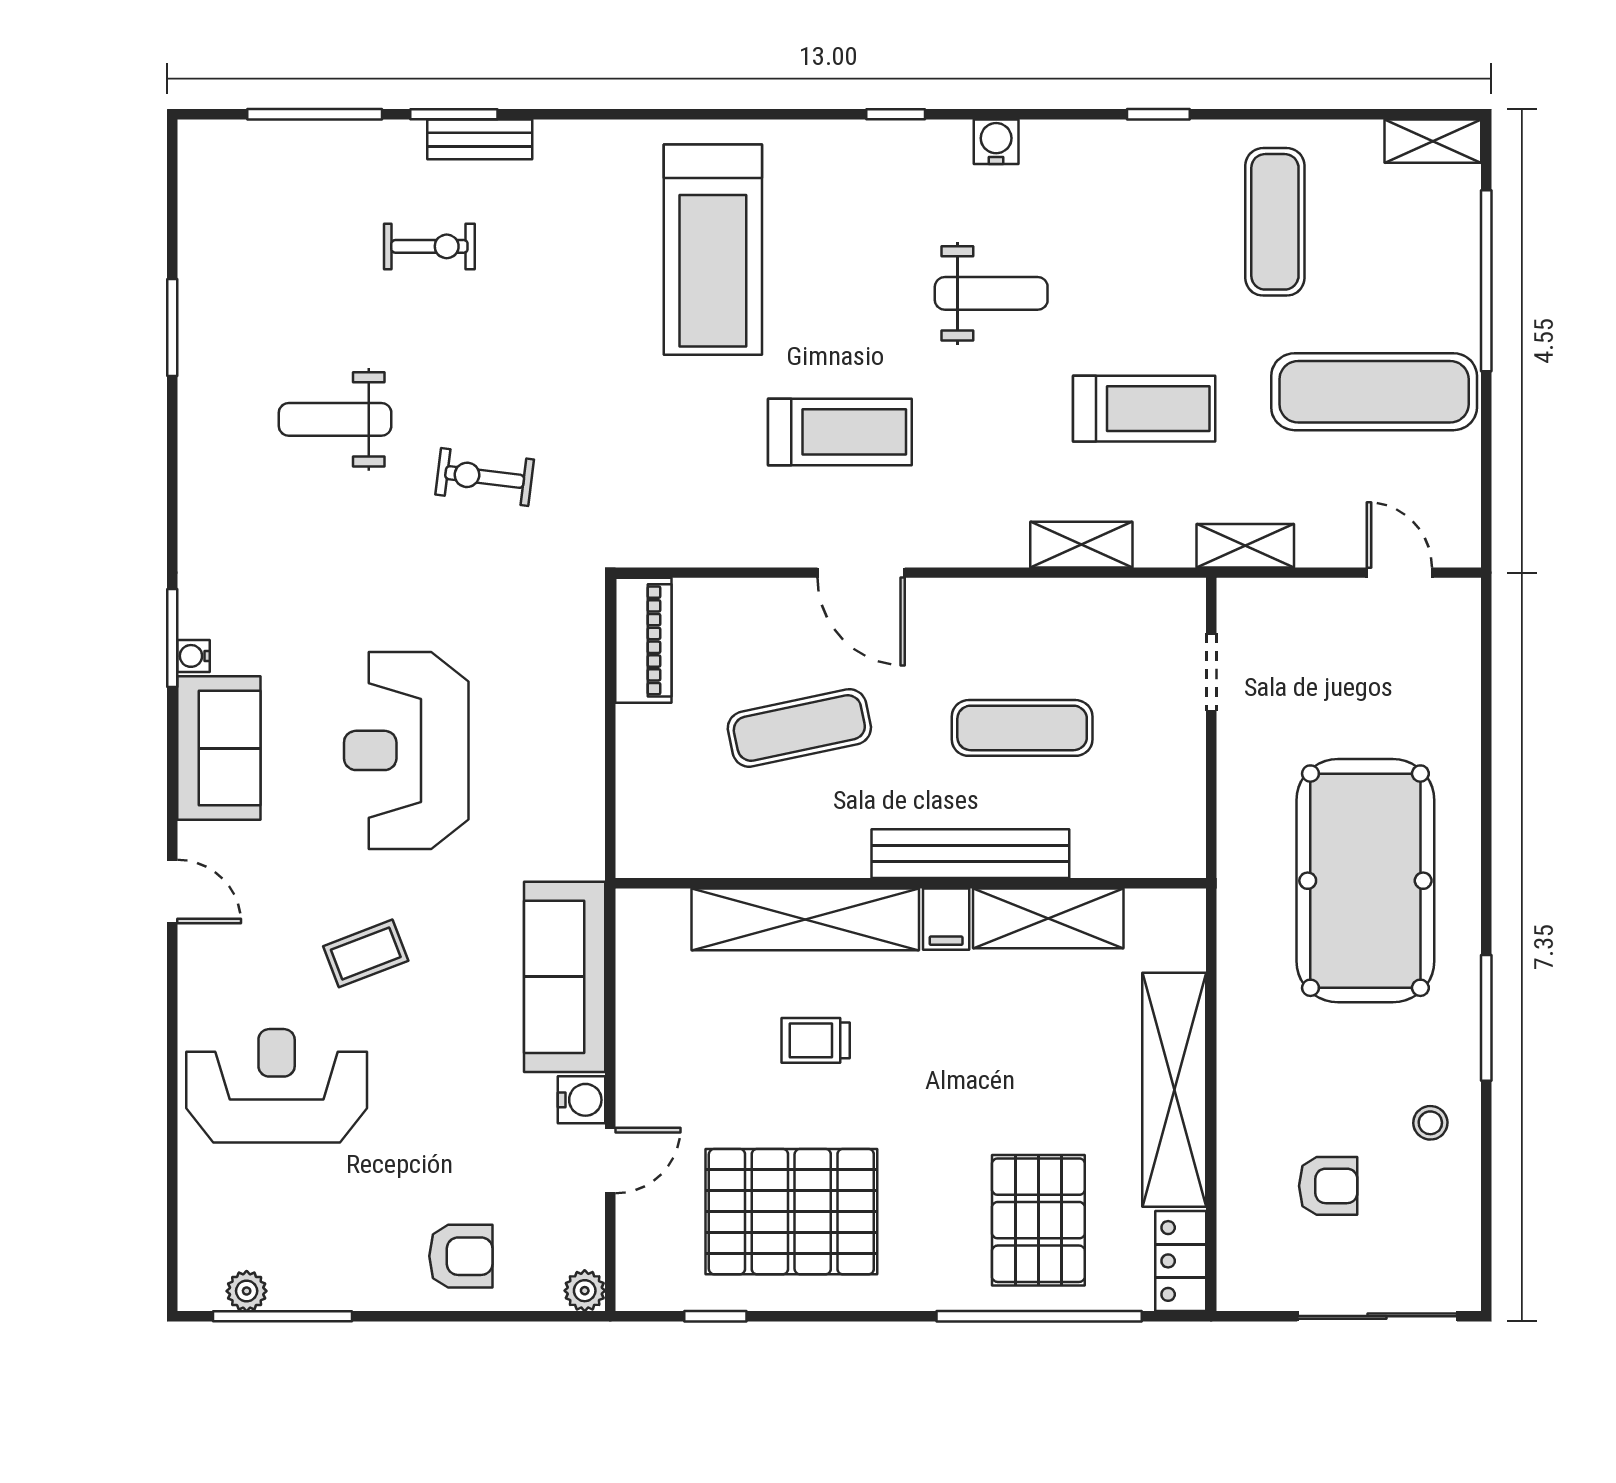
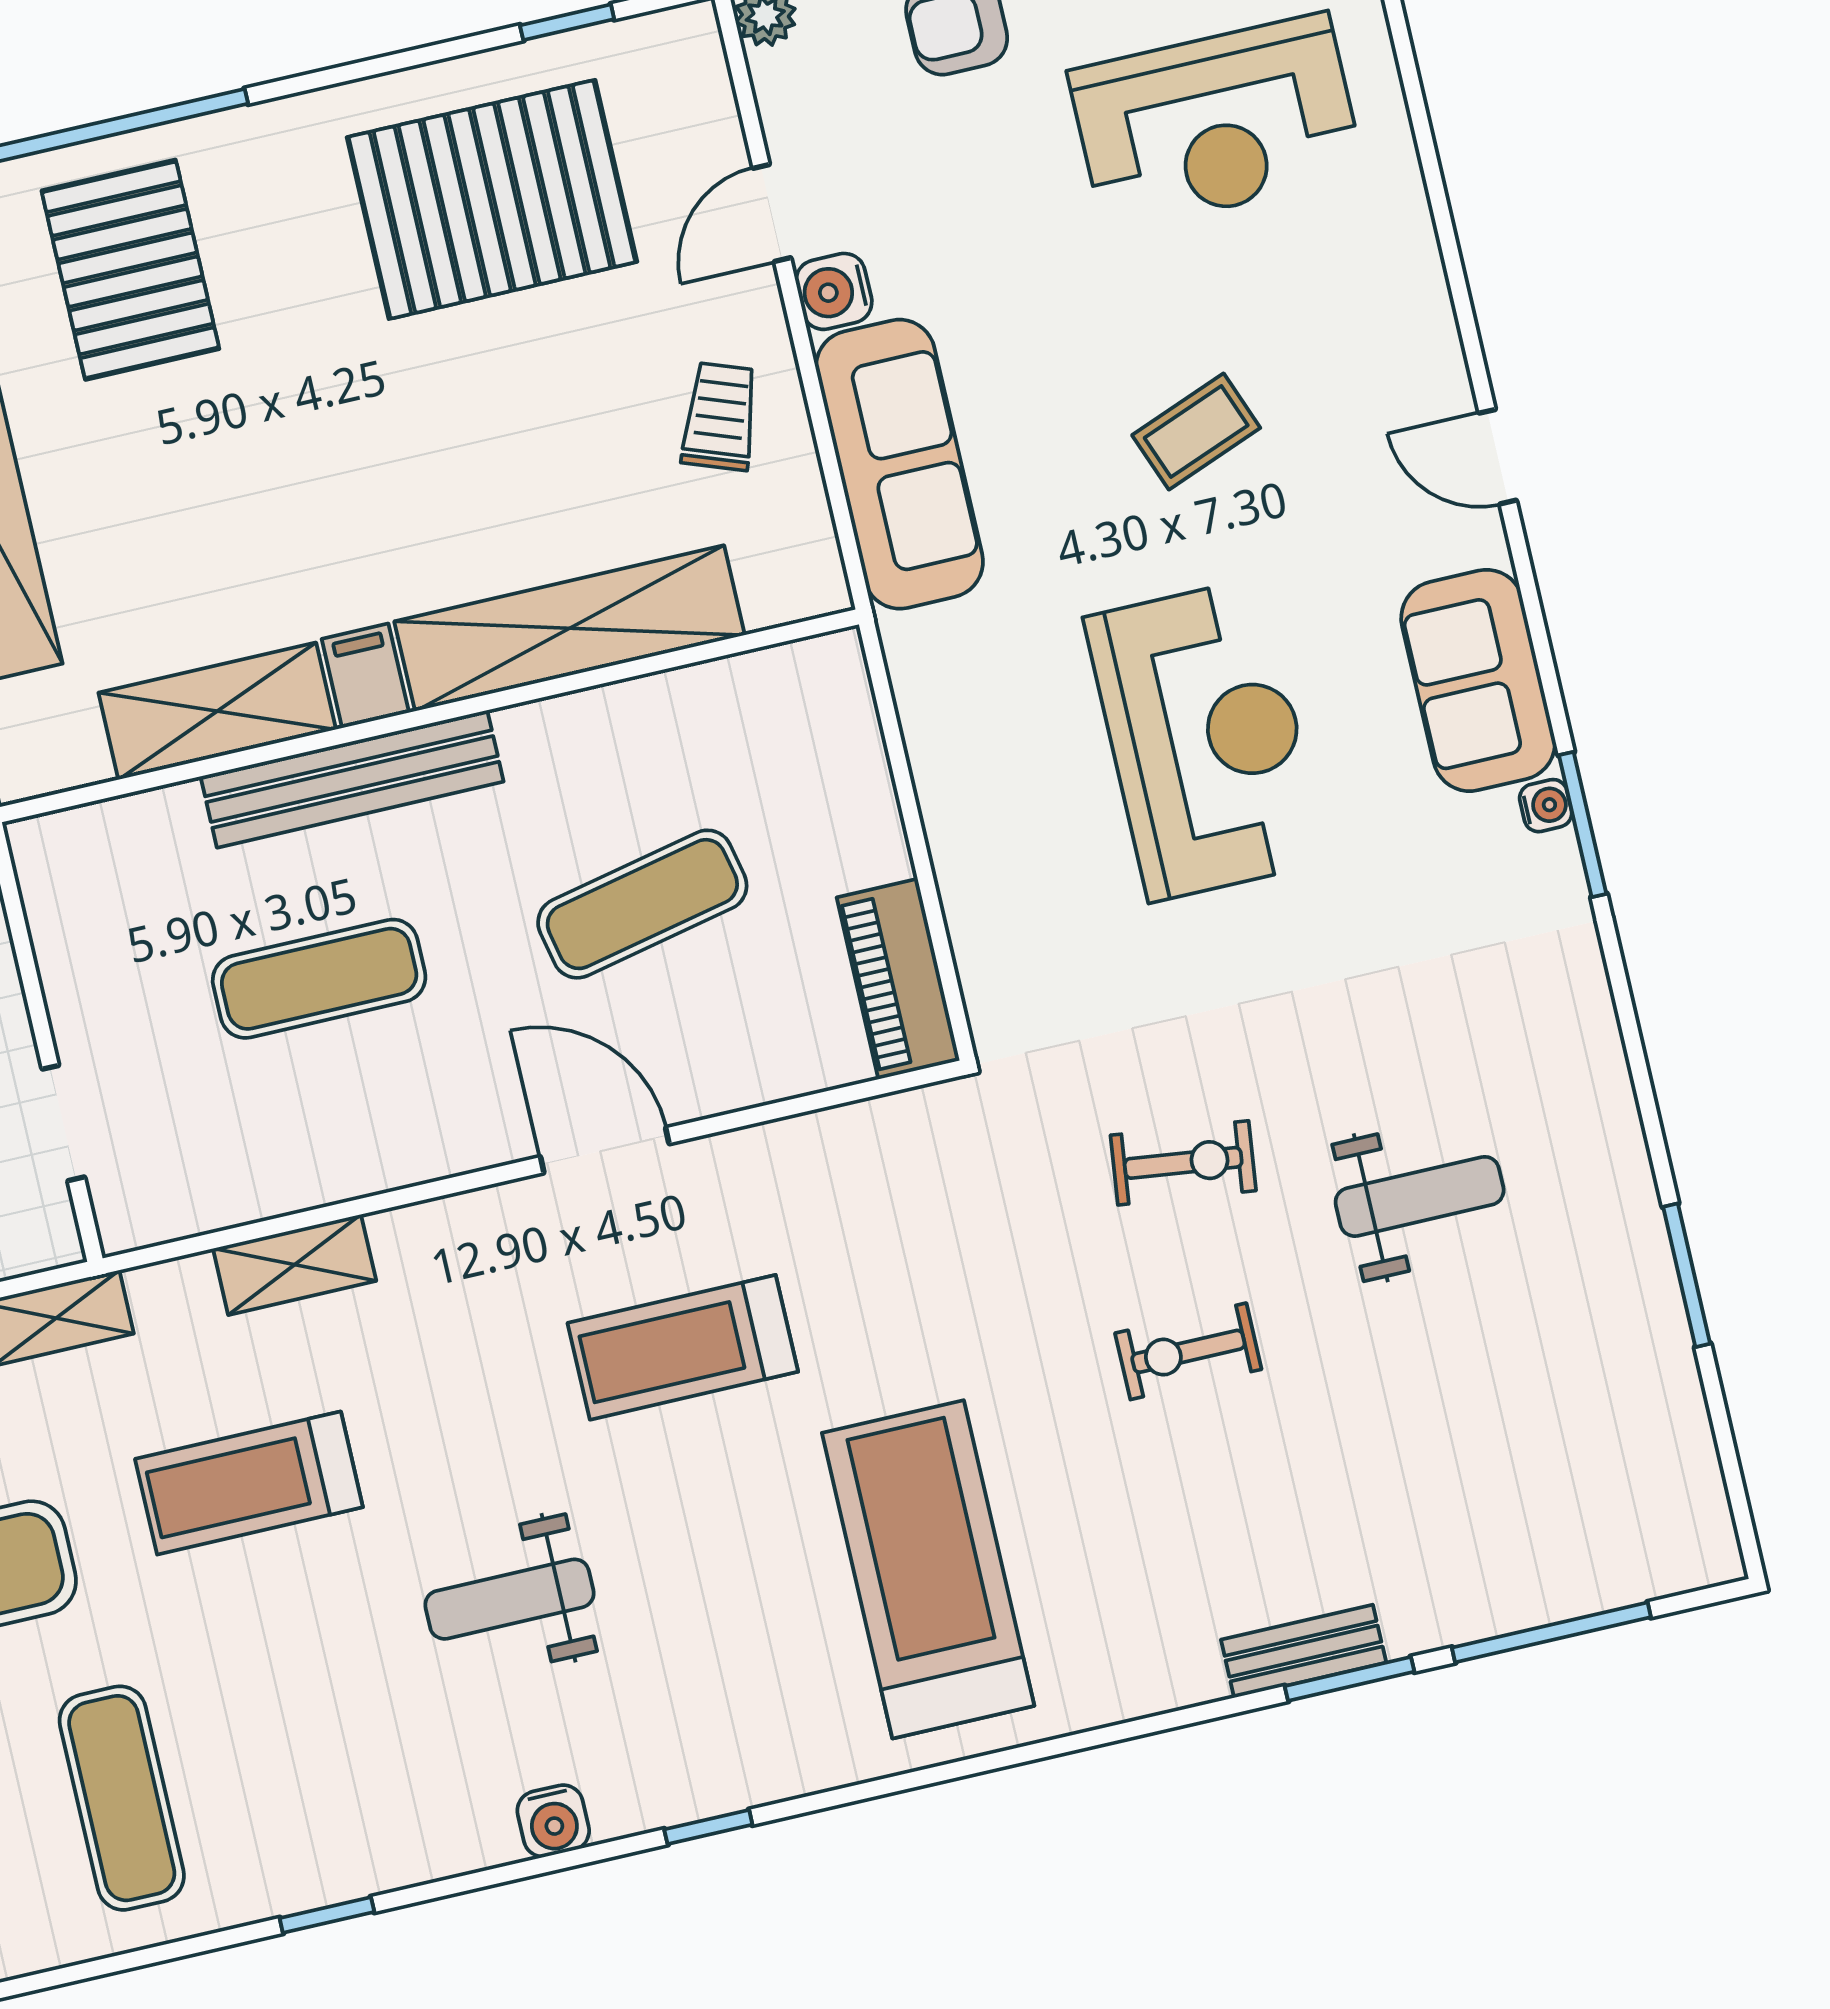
exercise bike: (429, 246) -> (1188, 1351), moved
trolley: (816, 1040) -> (720, 417), moved, turned -70
reception desk: (277, 1086) -> (1216, 123), moved

